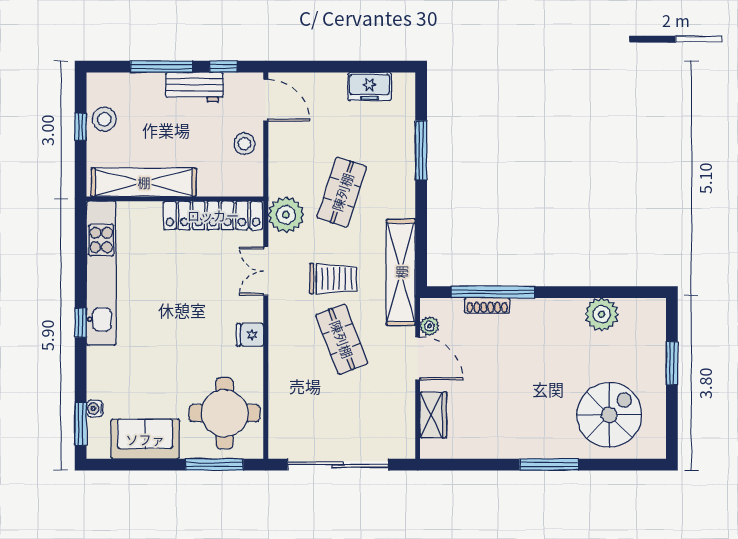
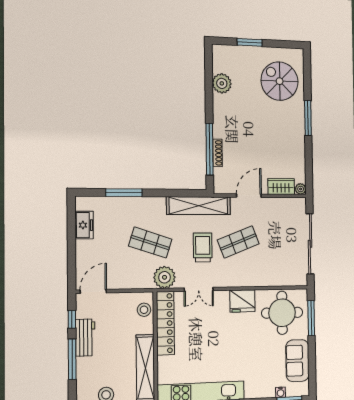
stool: (244, 144) -> (144, 310), moved
plant: (429, 326) -> (301, 189), moved
fridge: (250, 335) -> (242, 301), width x1.88, depth x1.34

